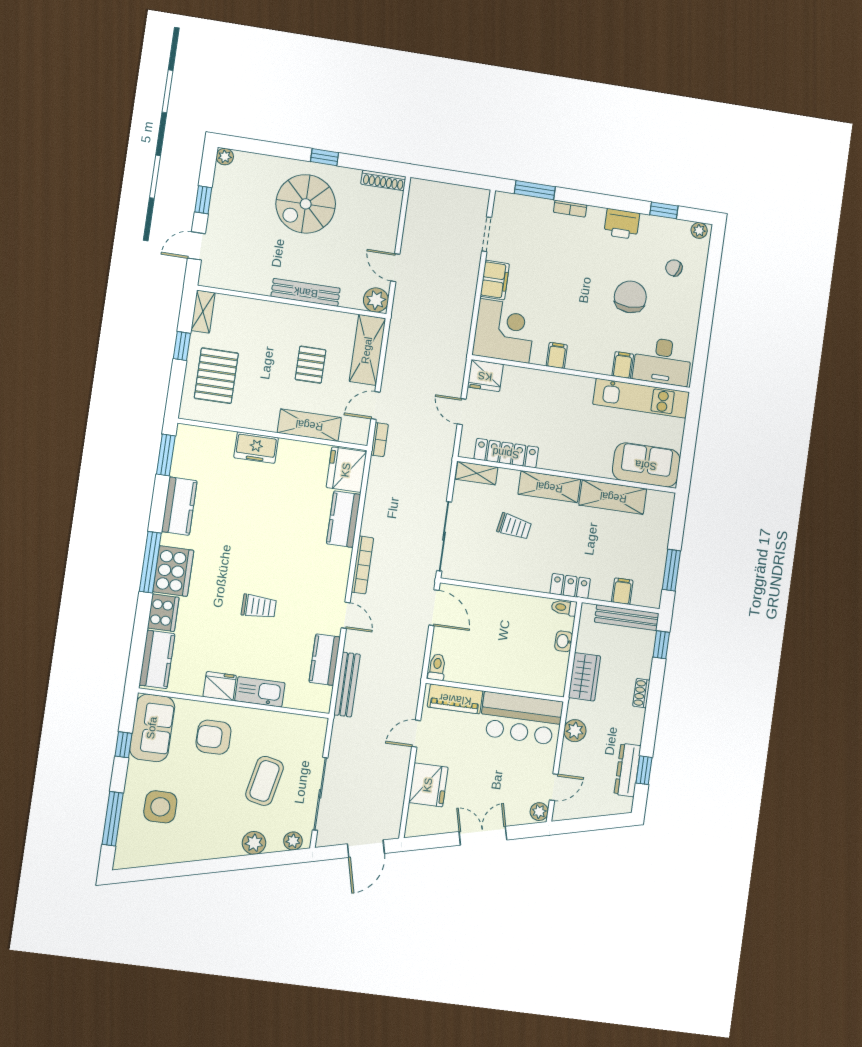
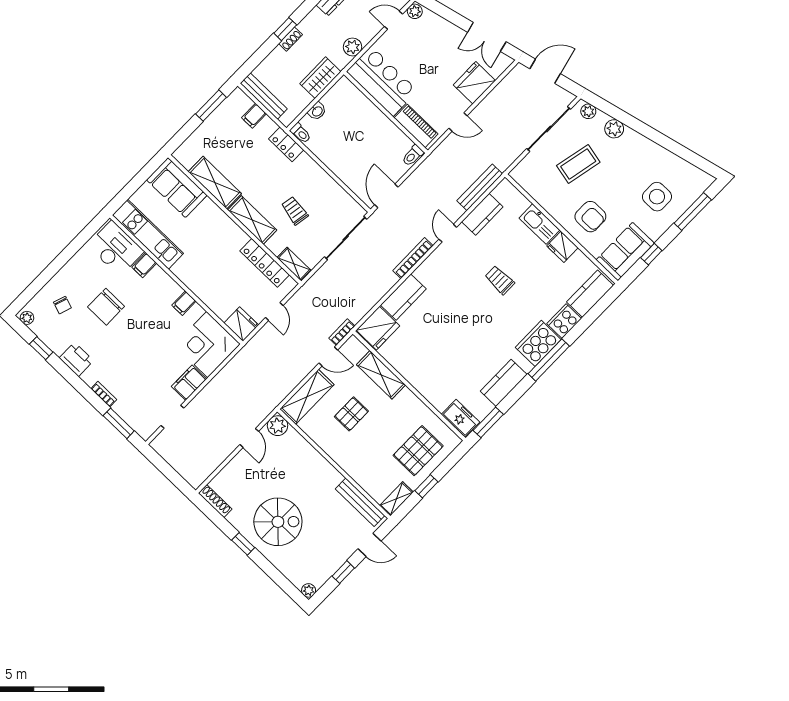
bench: (306, 292) -> (360, 502), moved
freezer: (256, 448) -> (461, 418), moved
window: (661, 645) -> (285, 29), moved
double door: (483, 836) -> (487, 37), moved

